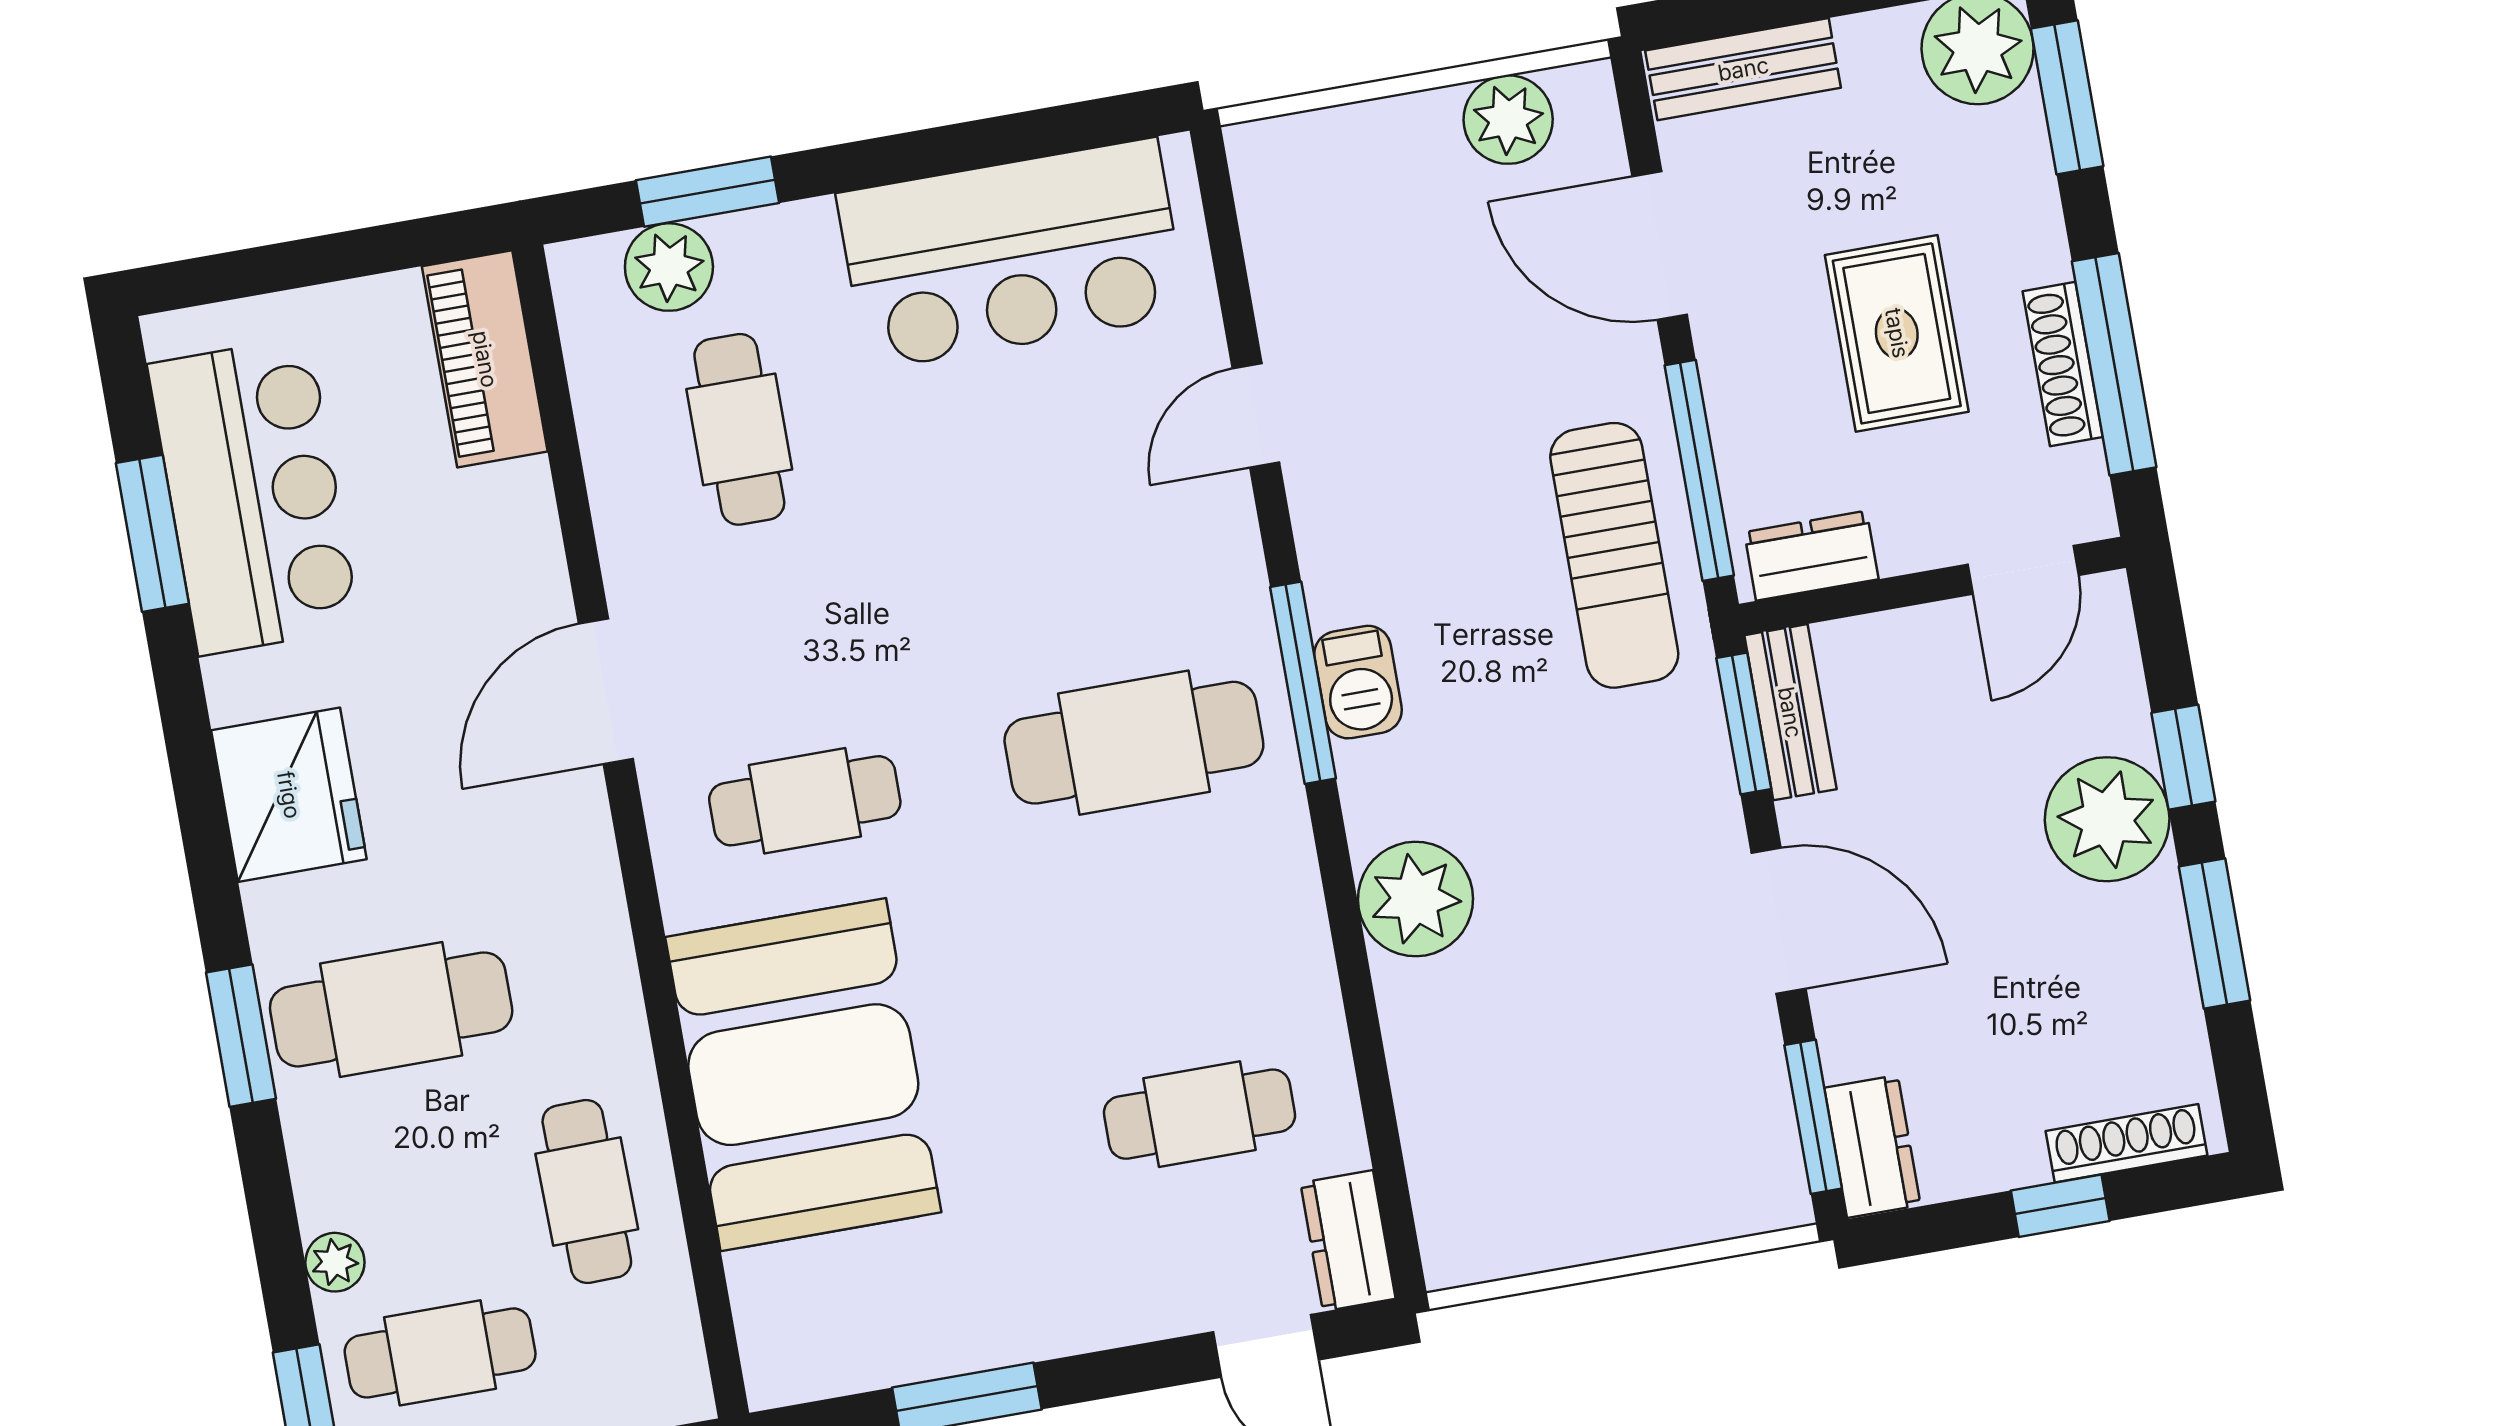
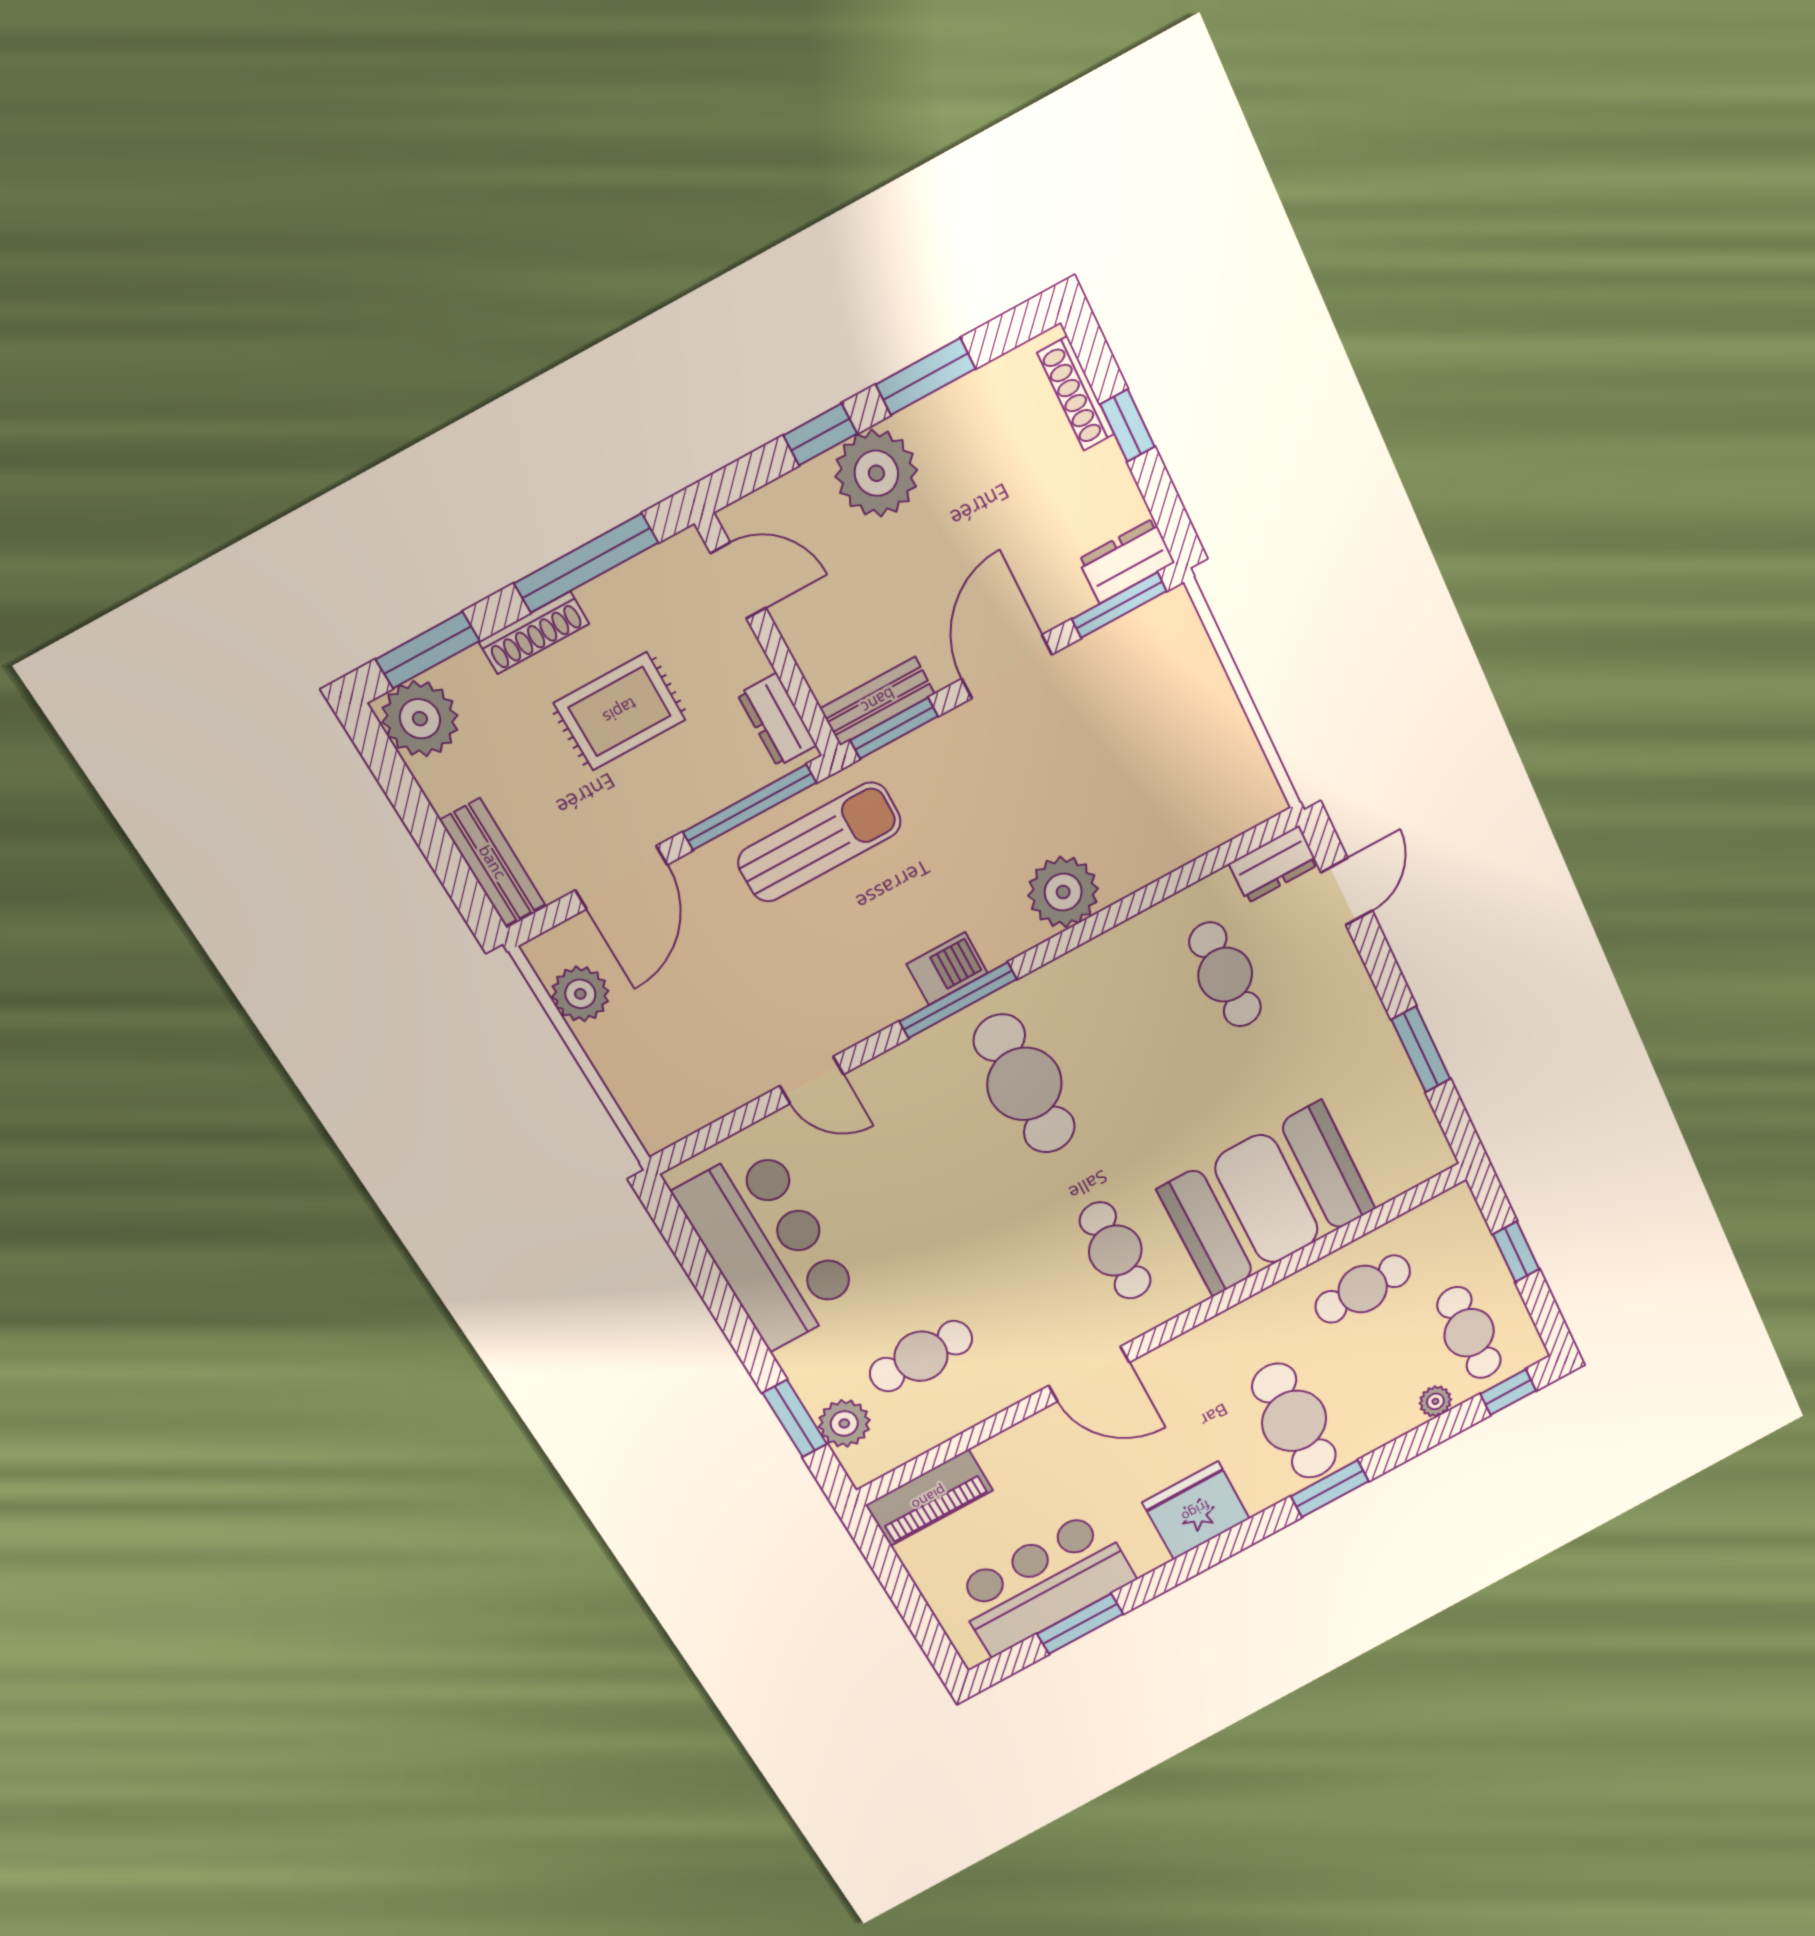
shoe rack: (2063, 364) -> (534, 633), moved

